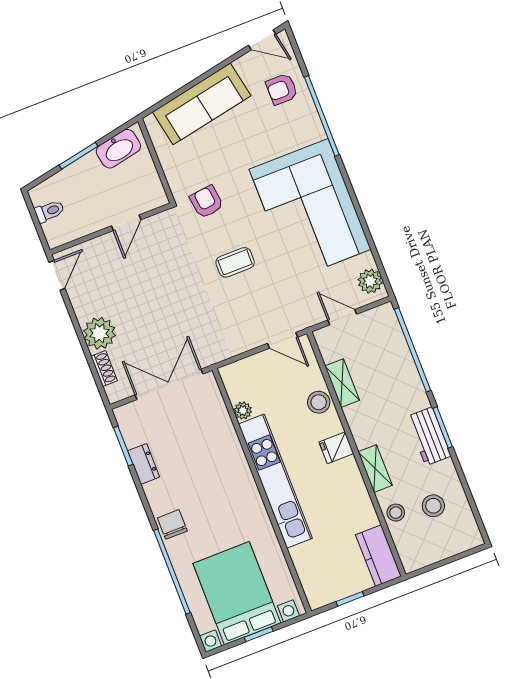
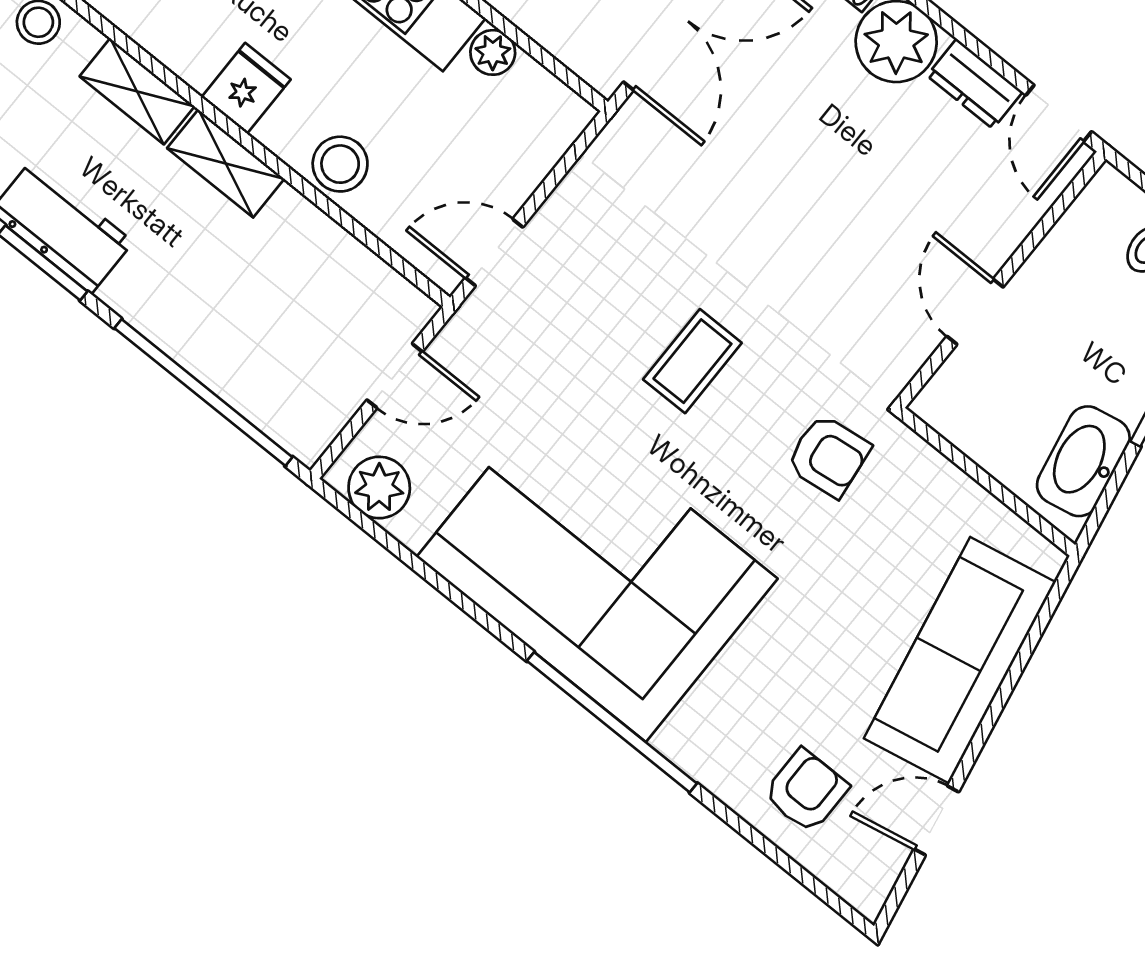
door: (262, 40) -> (936, 821), moved
window: (322, 116) -> (612, 722), moved
dresser: (80, 303) -> (975, 84), added
shelving: (342, 383) -> (226, 163), moved

